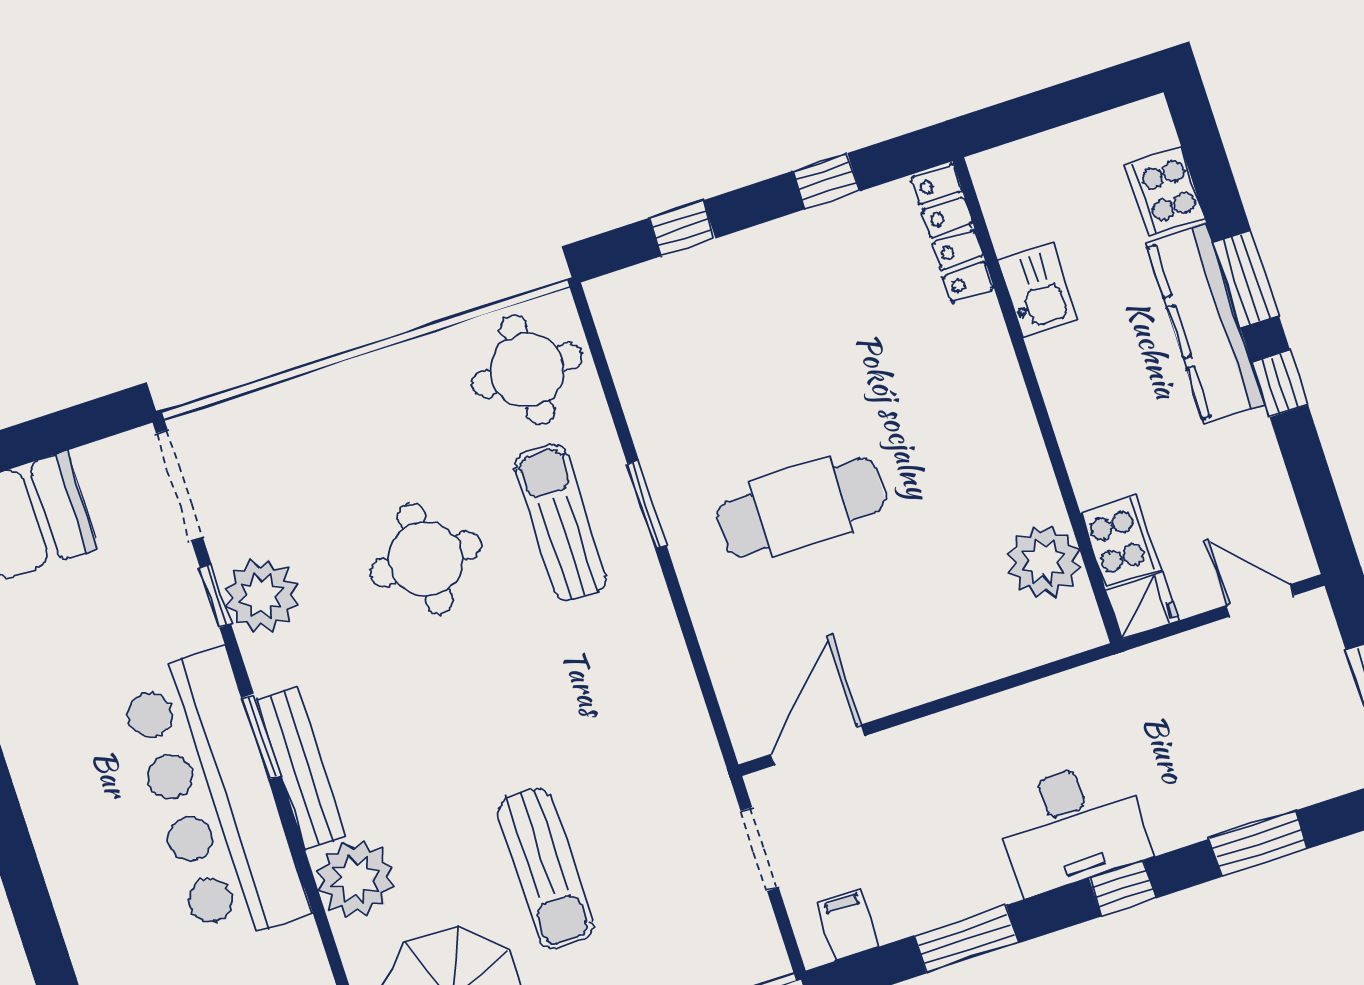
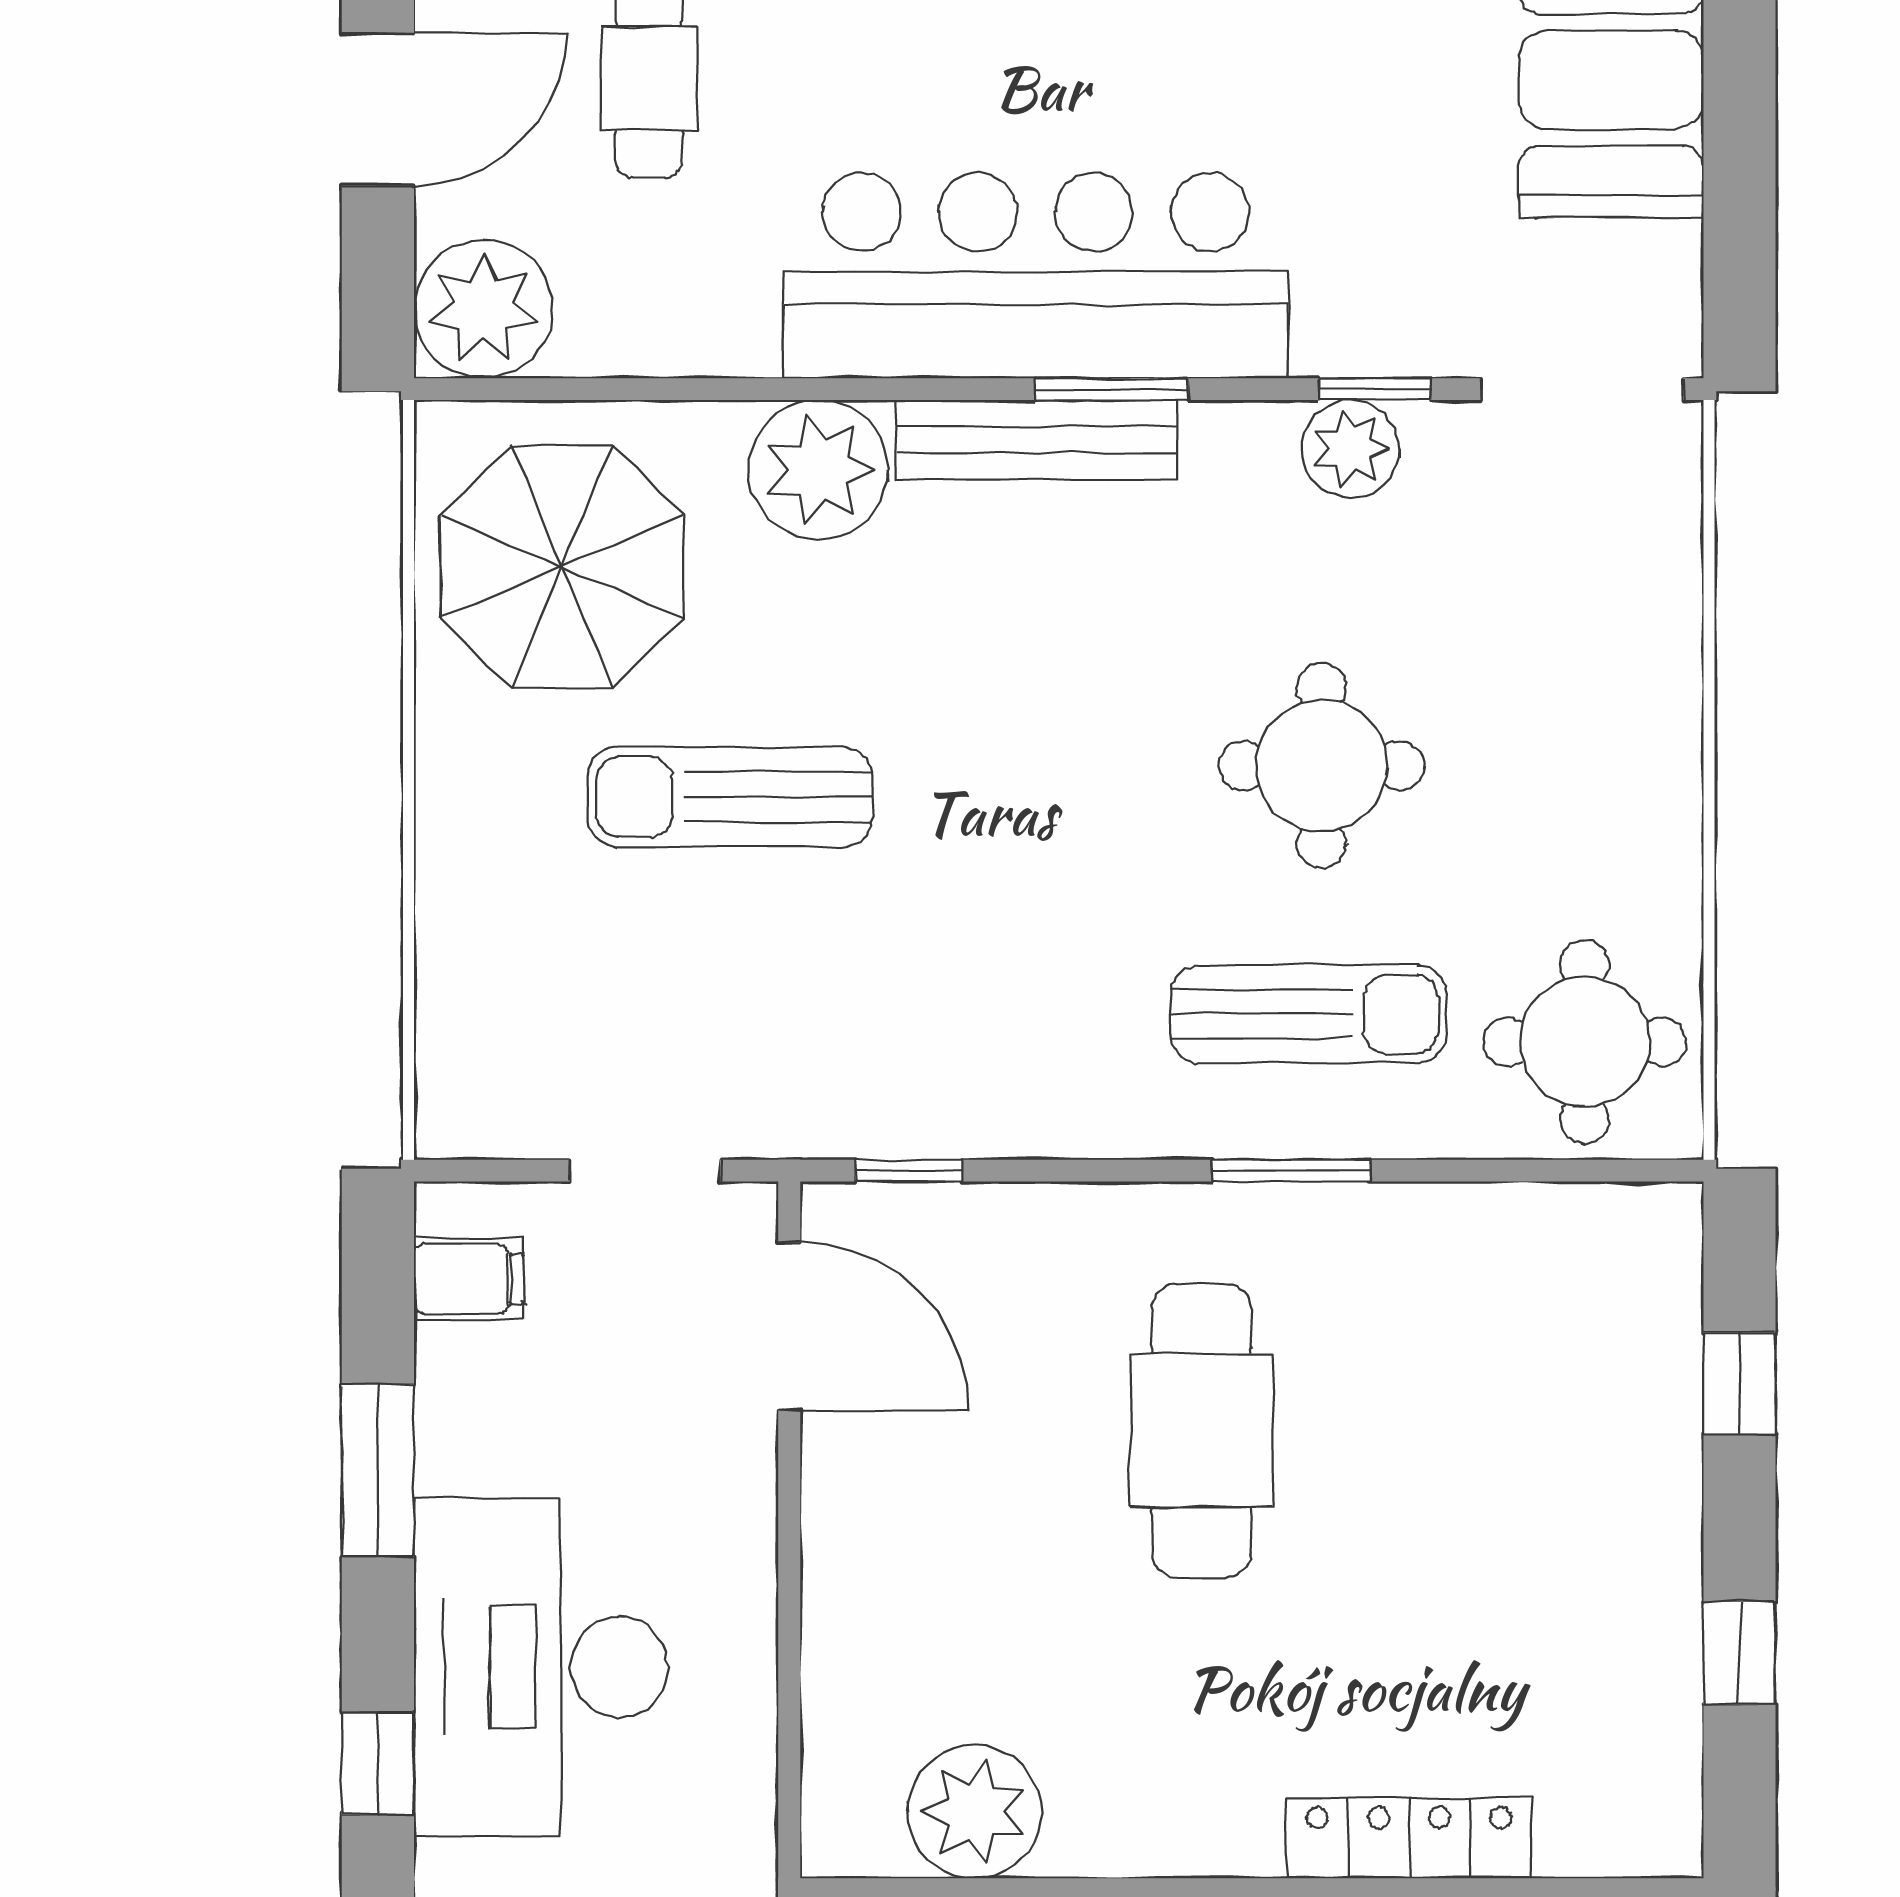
locker: (952, 233) -> (1409, 1838), moved
plant: (261, 596) -> (1350, 449), width x0.73, depth x0.73
window: (714, 708) -> (909, 1171), added
desk: (1072, 826) -> (540, 1667), width x1.36, depth x1.30

